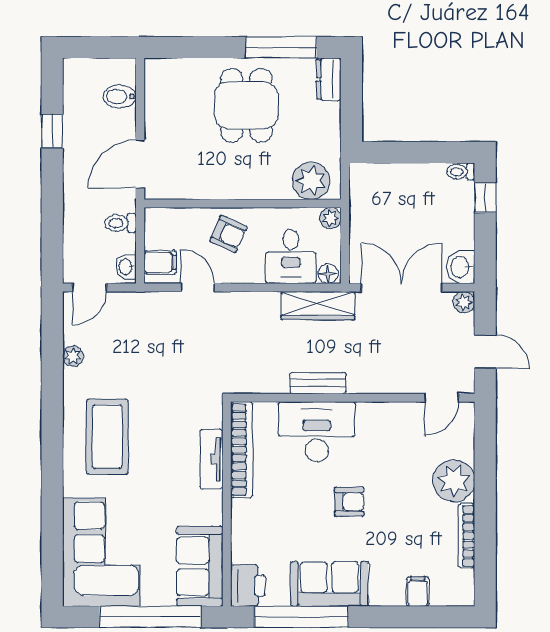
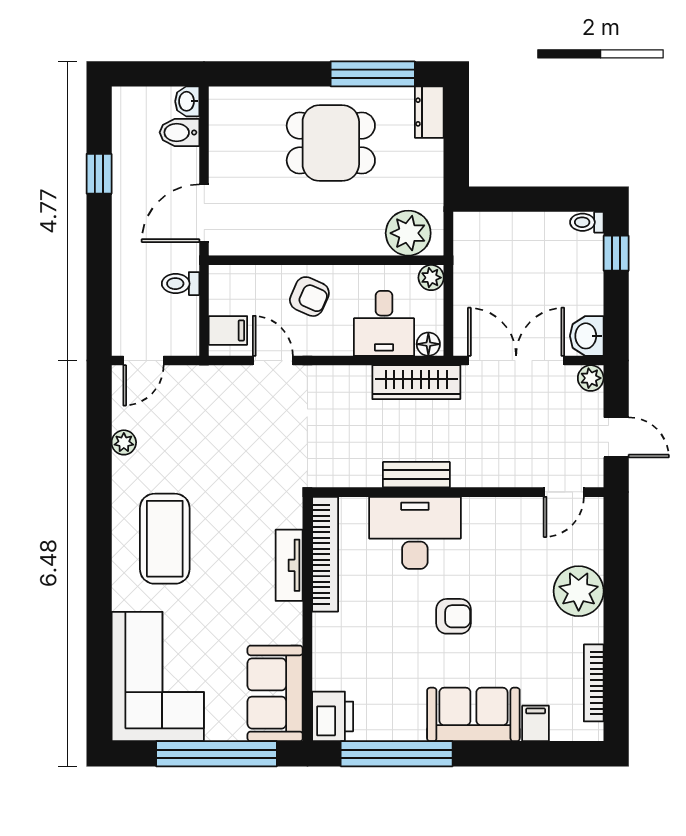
dining table: (246, 105) -> (331, 143), turned 90
washbasin: (126, 267) -> (187, 101), moved
bookcase: (466, 536) -> (594, 683), moved
sofa: (329, 584) -> (473, 714), moved

